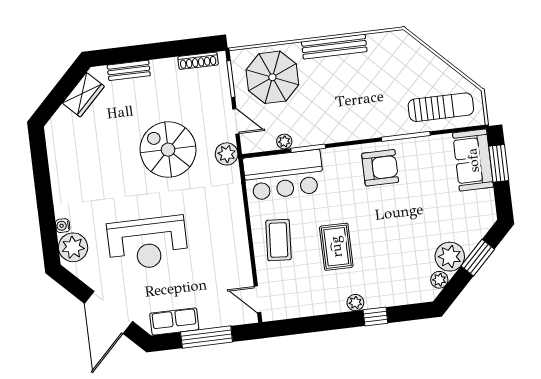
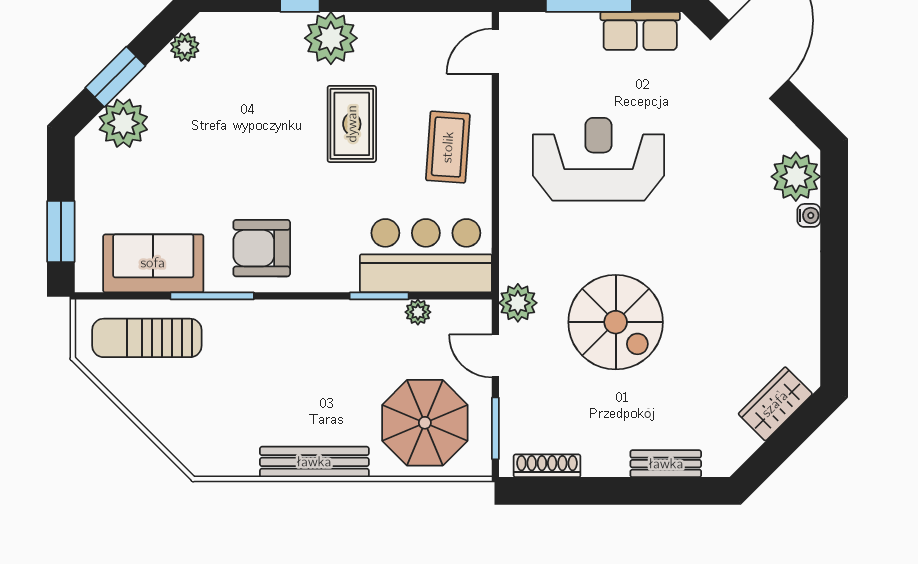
wardrobe: (83, 95) -> (775, 404), moved
sofa: (473, 160) -> (153, 263), moved, turned -90
reception desk: (148, 243) -> (598, 159), moved
plant: (450, 257) -> (123, 123), moved
door: (257, 299) -> (495, 51), swing flipped
plant: (355, 303) -> (331, 38), width x1.87, depth x1.87

